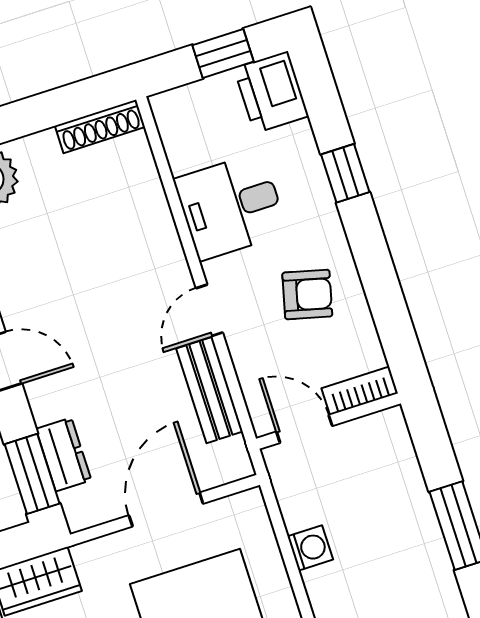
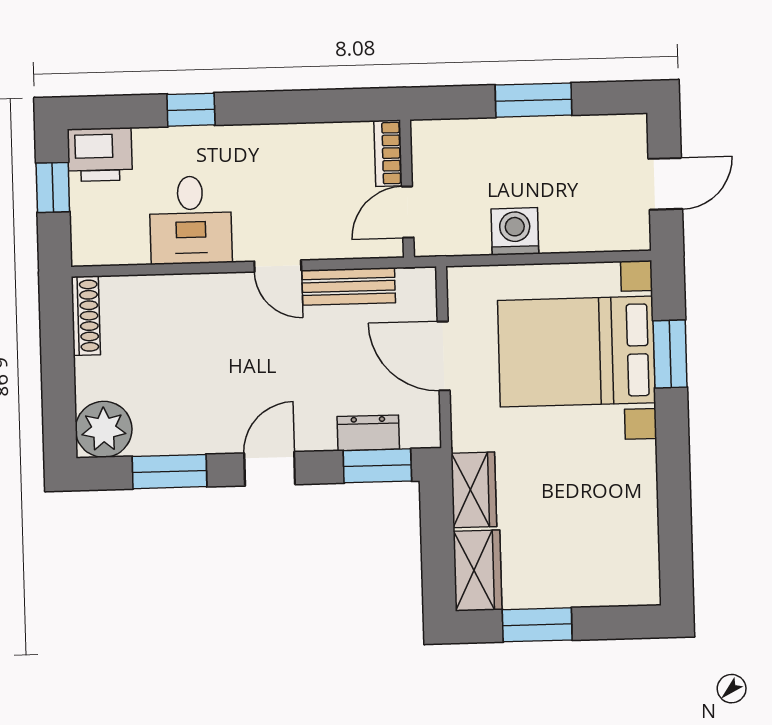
armchair: (307, 295) -> (289, 175), removed
washing machine: (310, 548) -> (515, 231), width x1.38, depth x1.38

